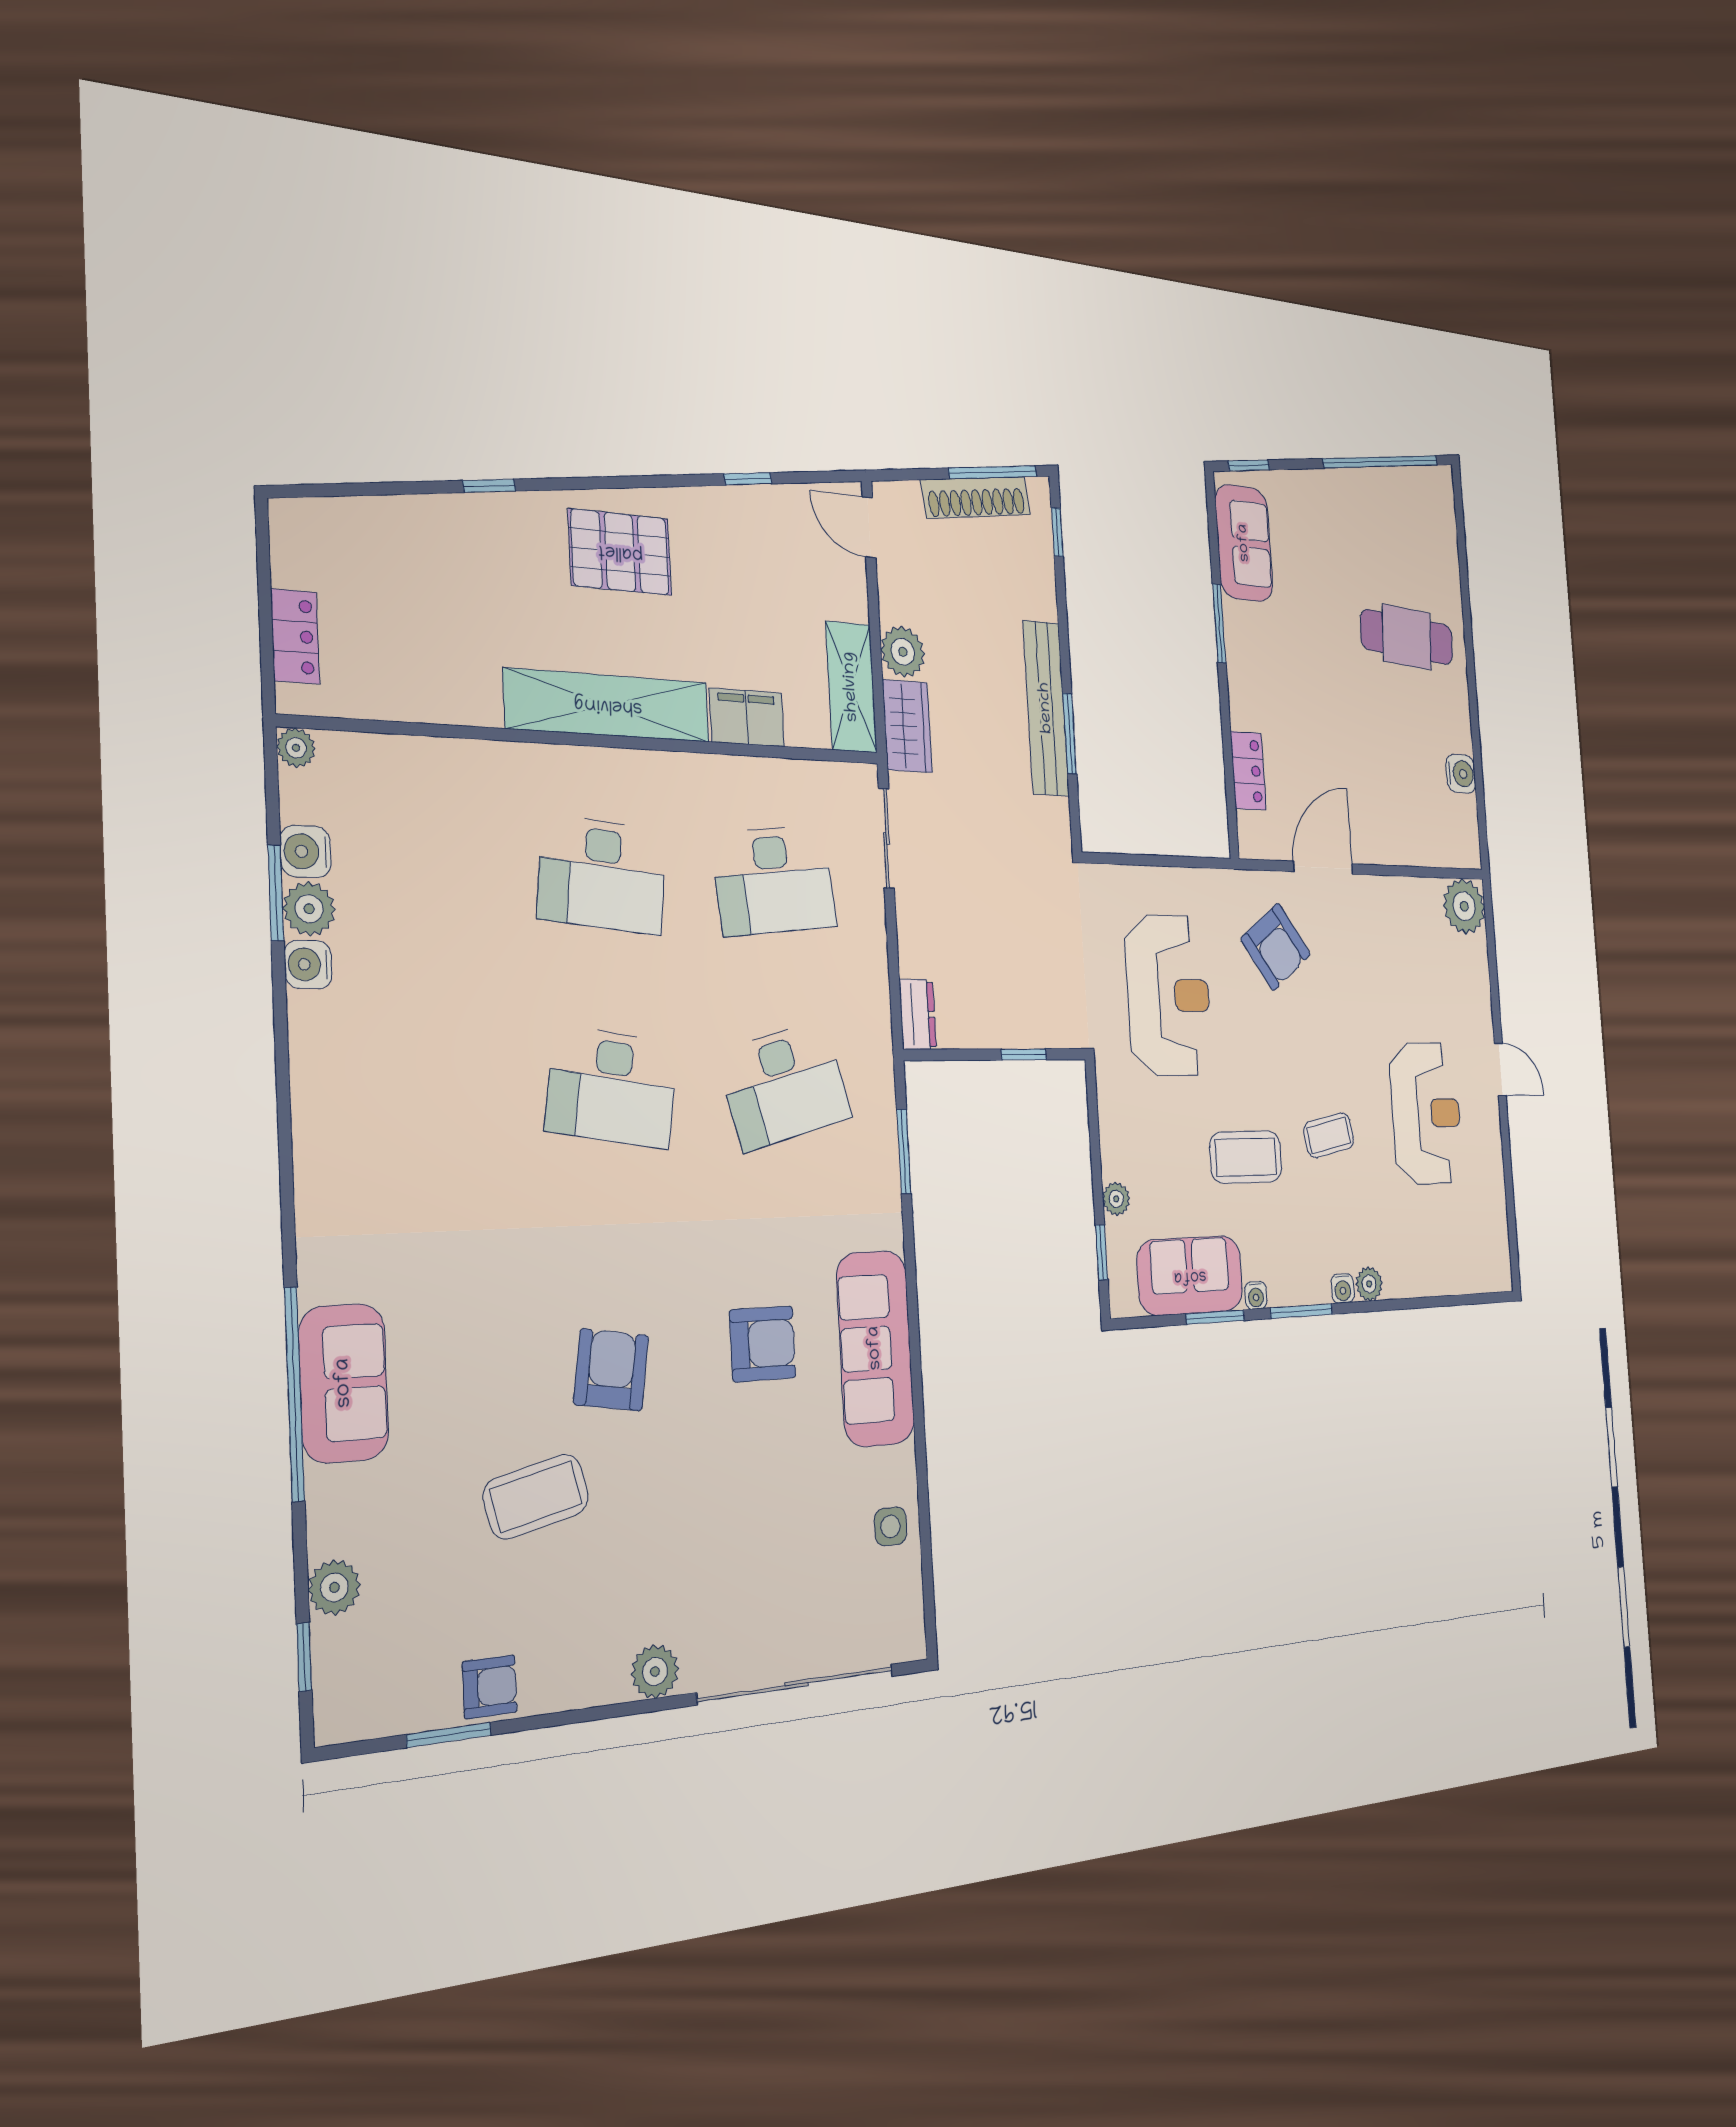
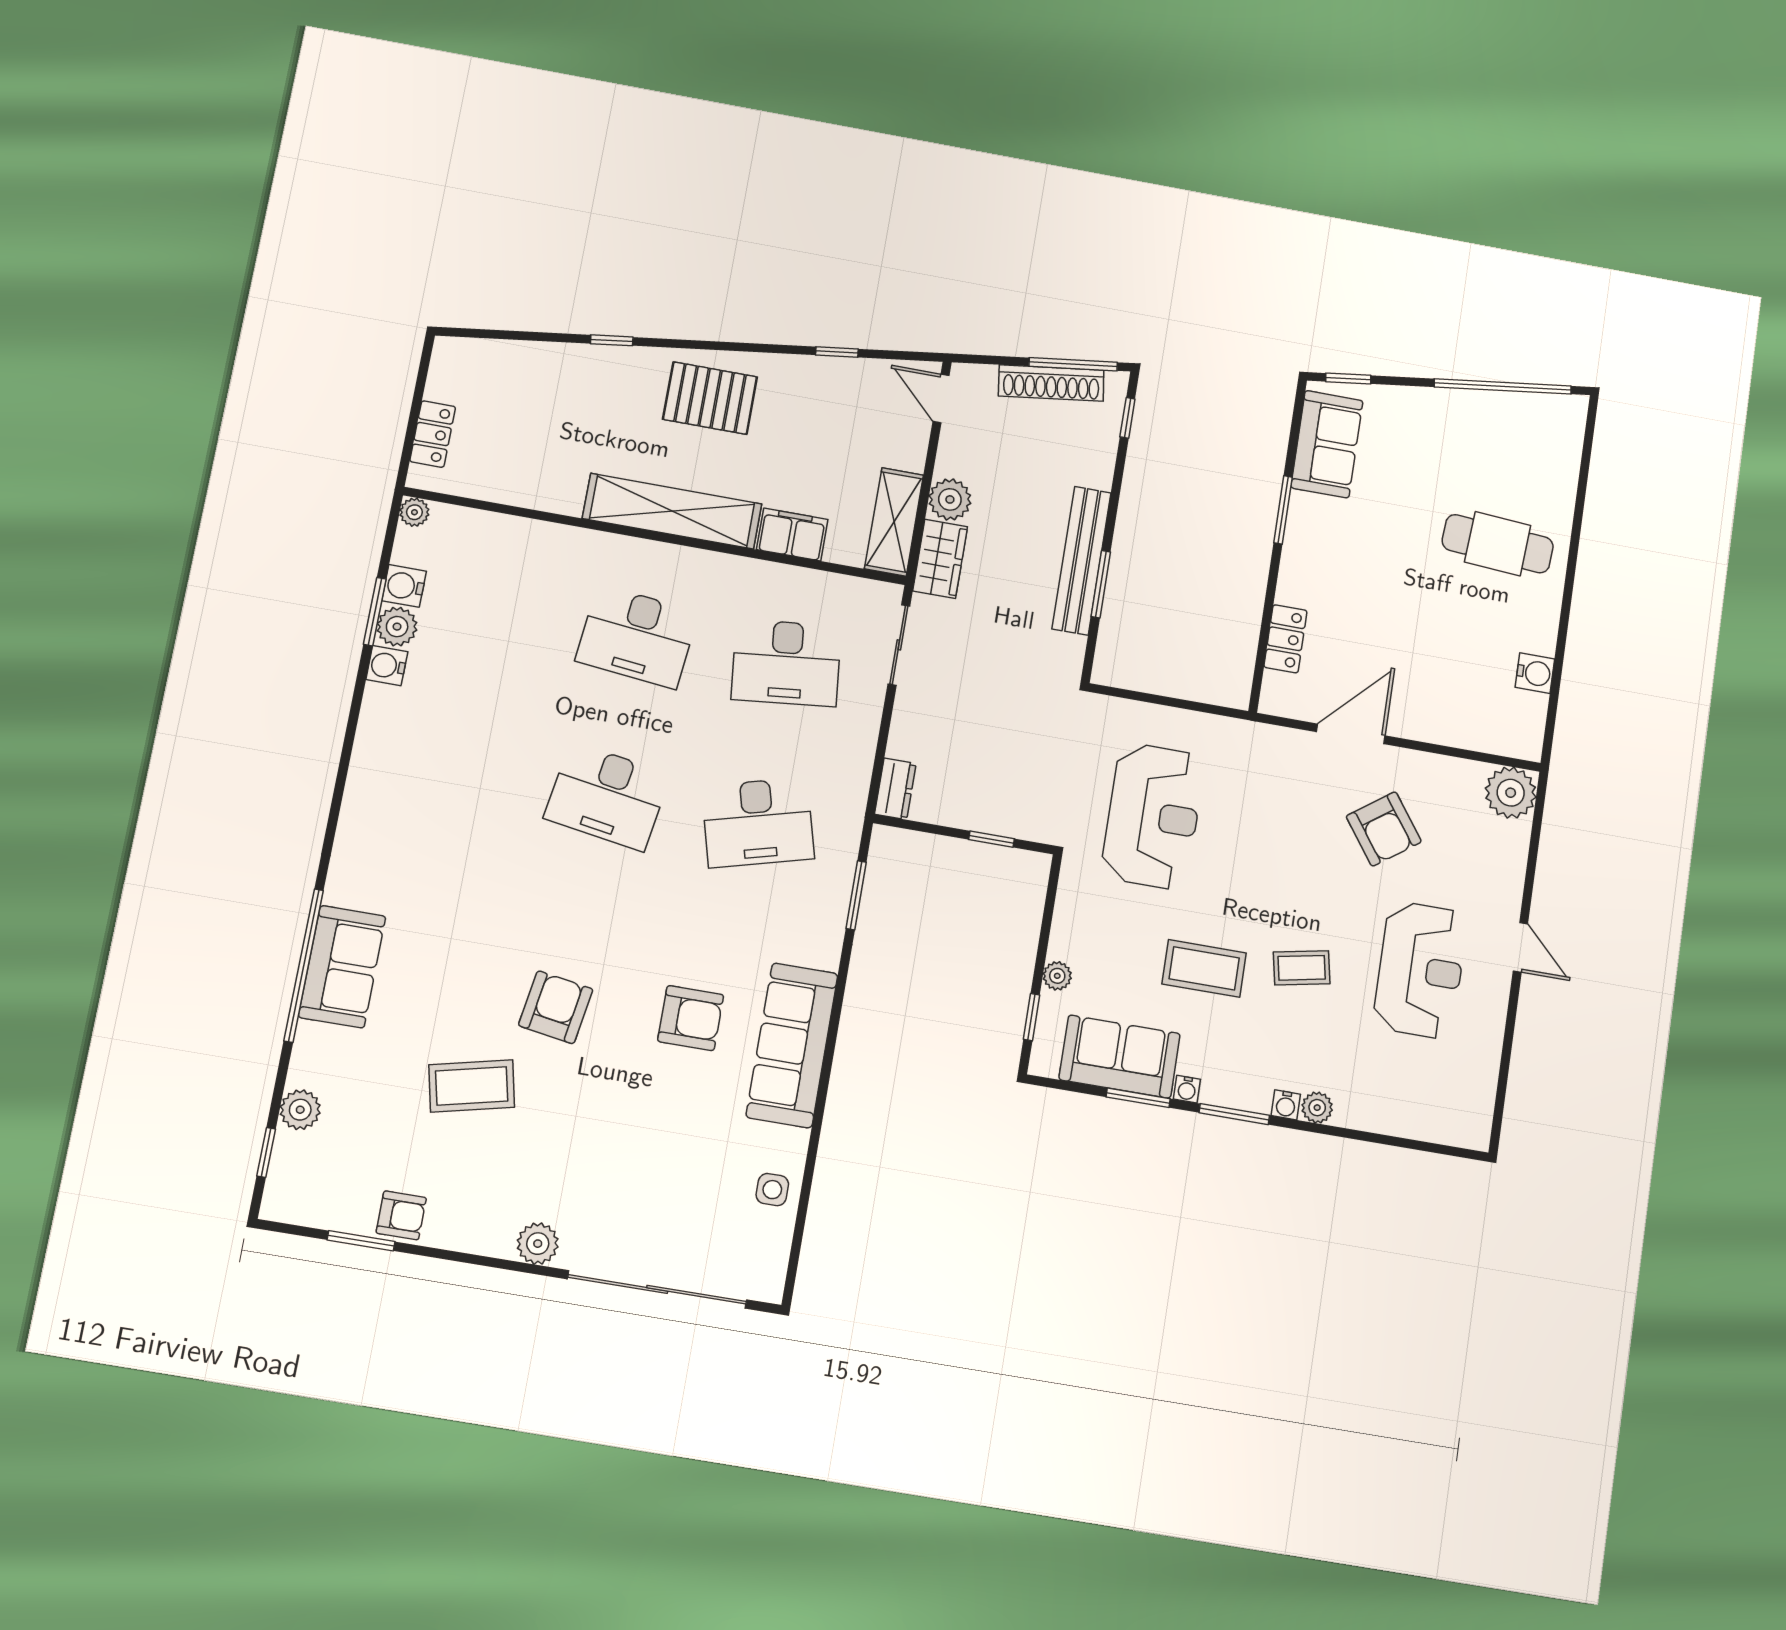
armchair: (1276, 947) -> (1384, 829), moved

